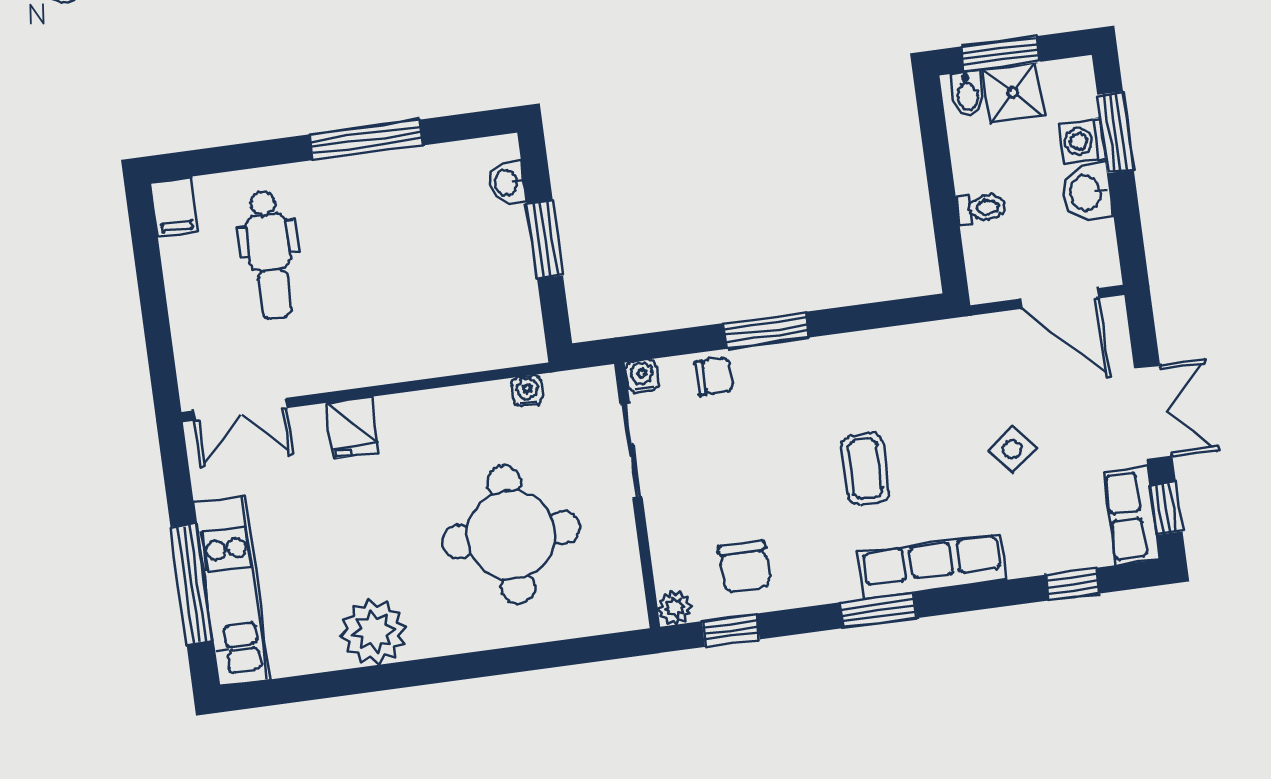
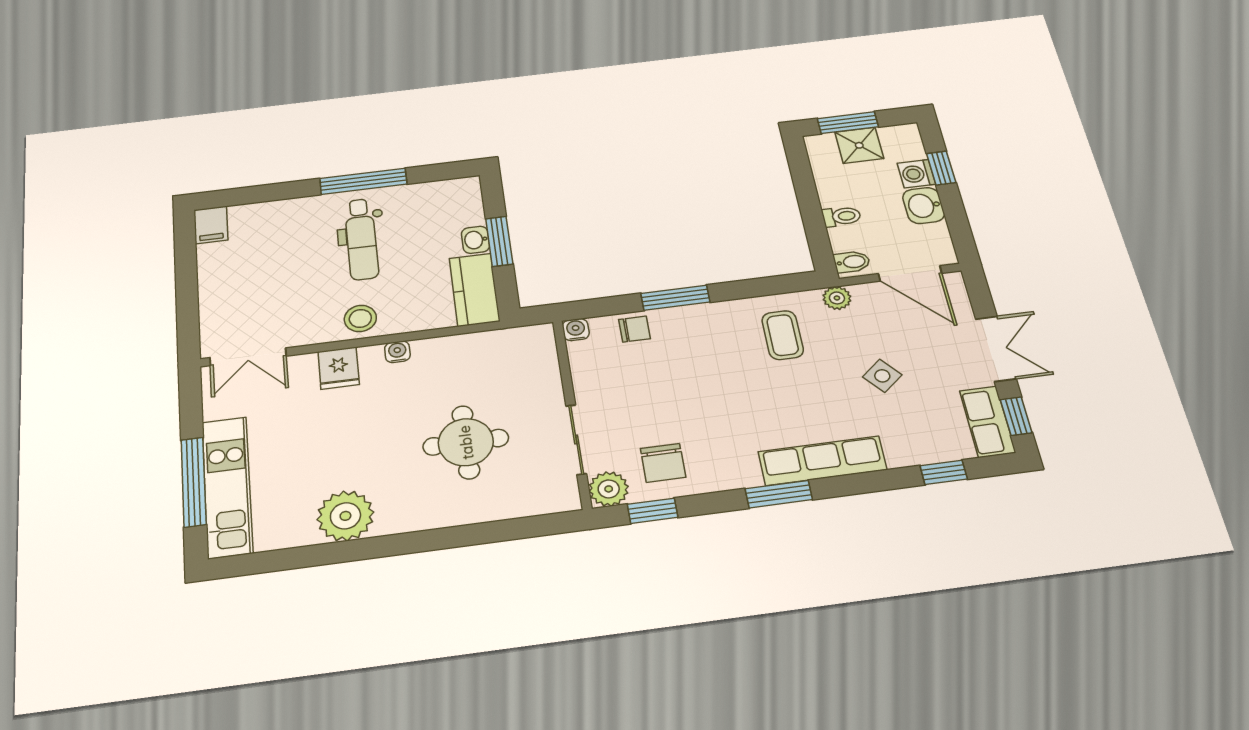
bidet: (967, 94) -> (852, 262), moved, turned -90
window: (1115, 132) -> (941, 168), width x0.67
washbasin: (507, 182) -> (475, 240), moved
dental chair: (270, 255) -> (361, 239), moved
kitchen counter: (515, 314) -> (474, 290), added
plant: (966, 334) -> (837, 298), added
stool: (375, 355) -> (360, 318), added
water cooler: (527, 391) -> (397, 352), moved
sliding door: (631, 451) -> (576, 440), moved
coffee table: (865, 469) -> (783, 335), moved
round table: (511, 535) -> (466, 442), width x0.73, depth x0.73
plant: (675, 608) -> (609, 489), width x1.38, depth x1.38

